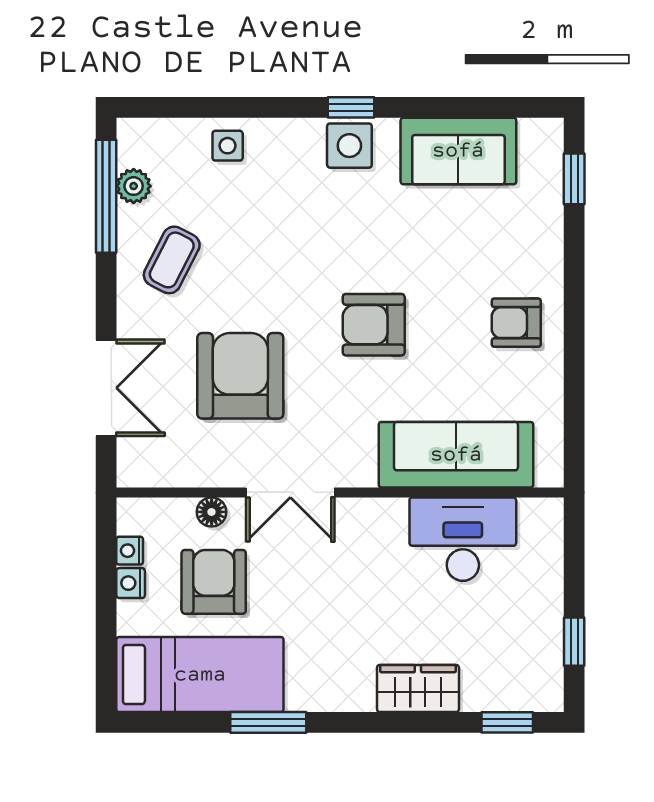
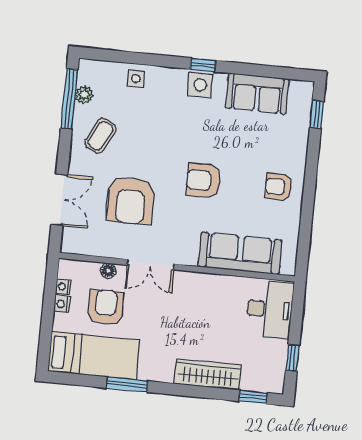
armchair: (240, 376) -> (131, 200), turned 180
desk: (463, 539) -> (270, 310), moved, turned 90
wardrobe: (418, 688) -> (208, 374), width x1.50

